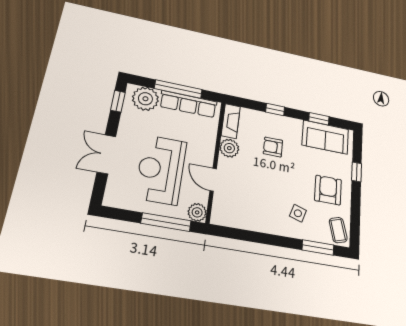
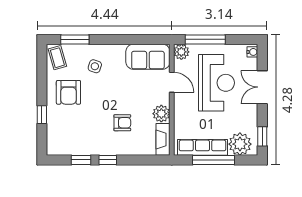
window: (275, 109) -> (108, 160), moved
sofa: (325, 137) -> (148, 57), moved, turned 180
double door: (106, 154) -> (262, 87), swing flipped
water cooler: (110, 197) -> (252, 52), added

